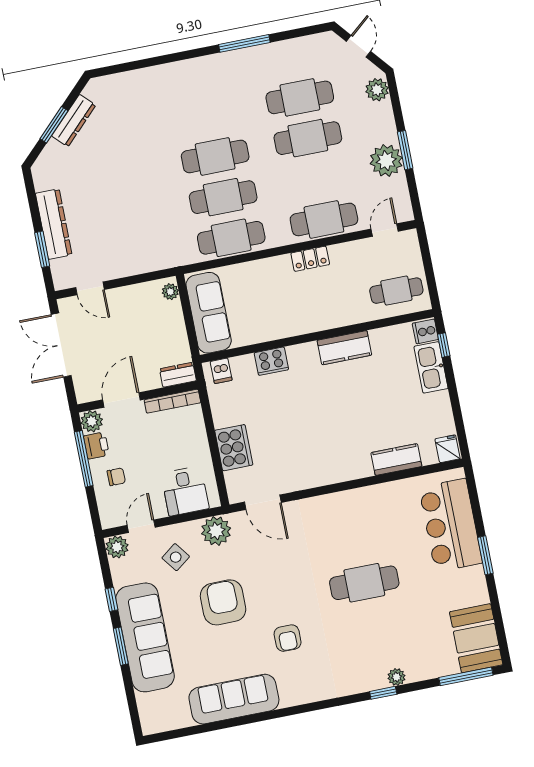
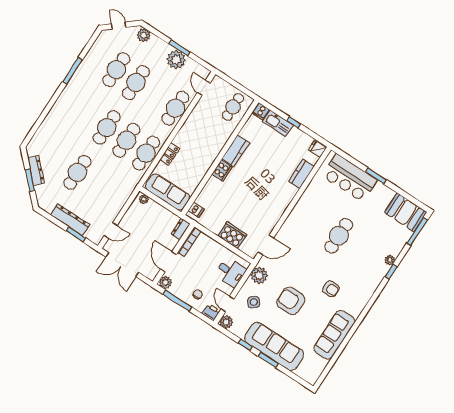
cafe table: (122, 175) -> (77, 172), added
locker: (310, 259) -> (170, 154), moved
window: (444, 345) -> (294, 122), moved
cooker: (271, 361) -> (222, 170), moved
printer: (96, 445) -> (211, 312), moved

